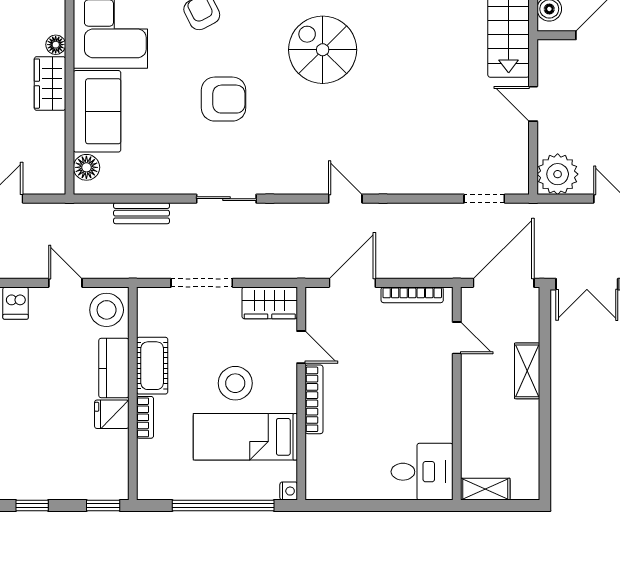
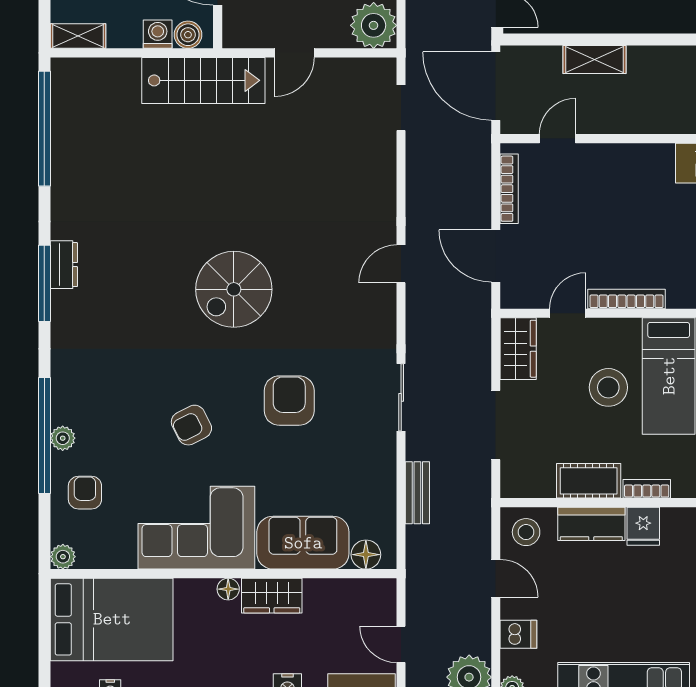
door: (65, 283) -> (496, 578), swing flipped
stool: (107, 310) -> (526, 532), width x0.73, depth x0.73

